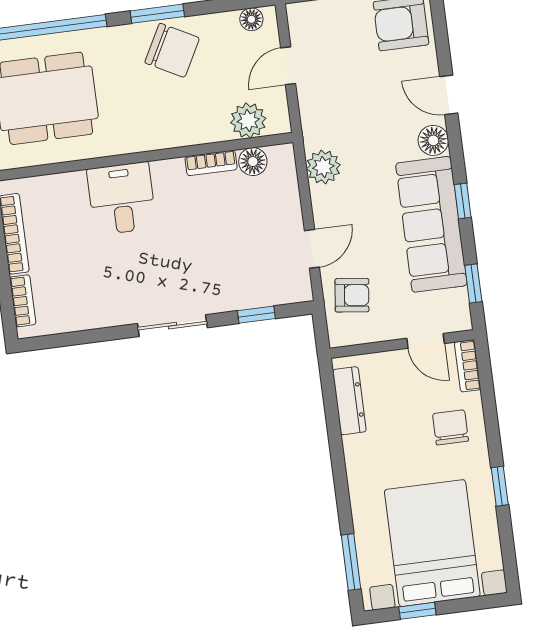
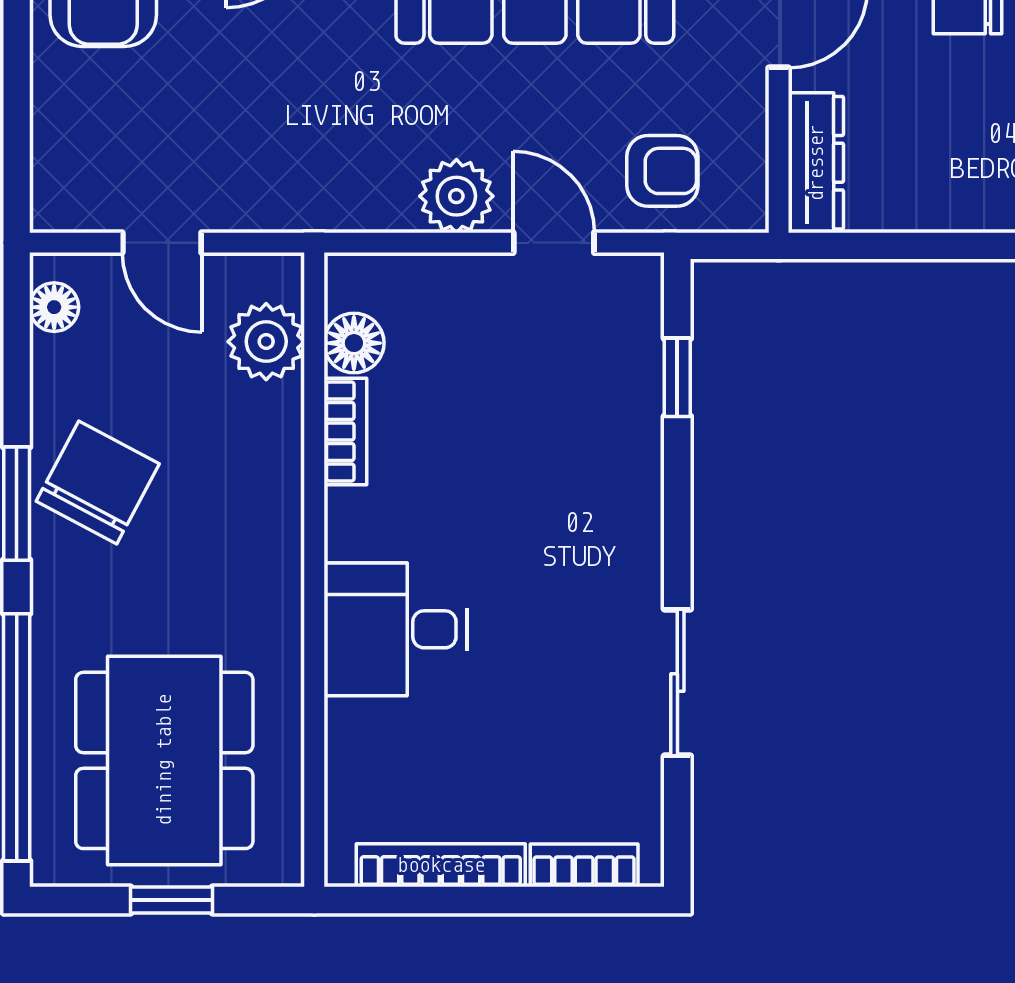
plant: (323, 167) -> (456, 196), moved
armchair: (352, 295) -> (662, 171), turned 83
sliding door: (172, 326) -> (677, 682), moved
dresser: (349, 401) -> (816, 163), moved, turned 90

